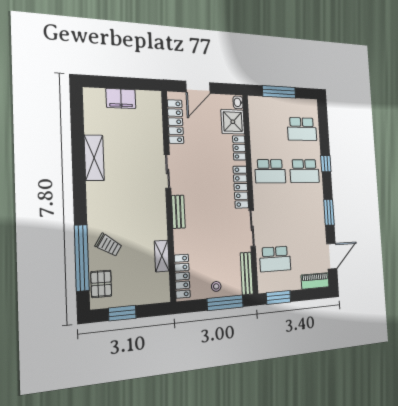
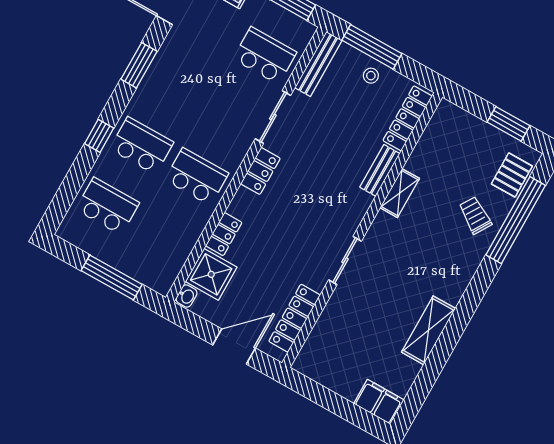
filing cabinet: (121, 99) -> (379, 402), moved
locker: (241, 187) -> (260, 171), width x0.66
bench: (178, 212) -> (380, 170), moved
shelving: (162, 256) -> (400, 193), moved

